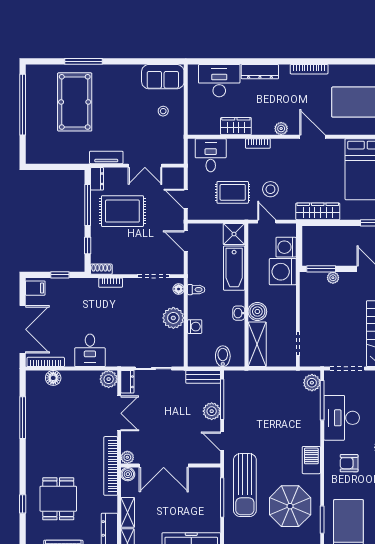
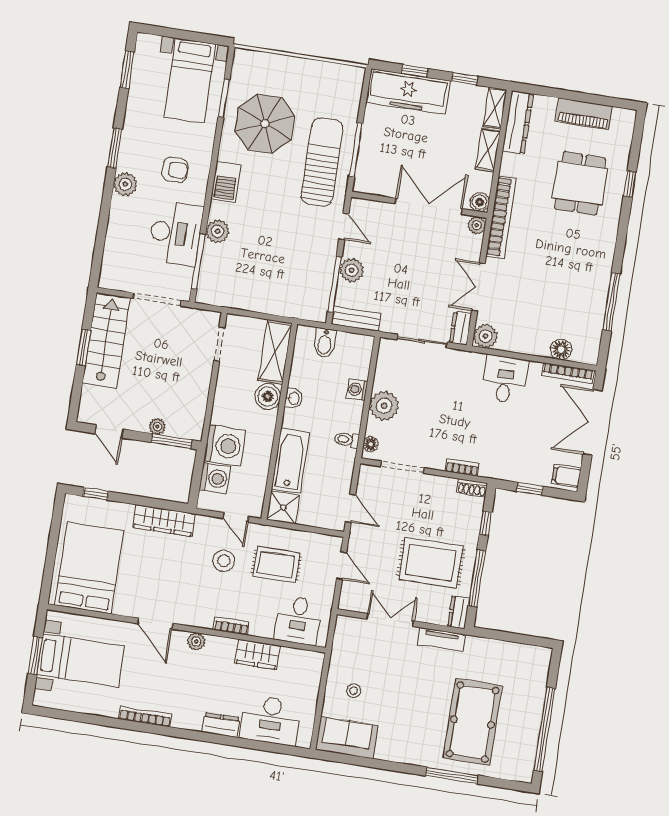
dresser: (260, 72) -> (221, 725), width x0.70
plant: (312, 383) -> (217, 231), moved

